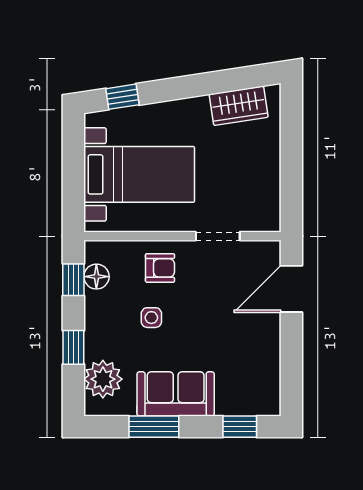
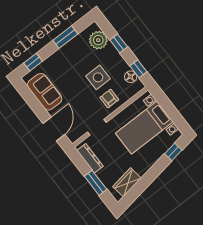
window: (291, 145) -> (96, 183), added
dresser: (269, 193) -> (90, 158), added
armchair: (160, 268) -> (109, 99), turned 90
side table: (151, 318) -> (98, 77), width x1.87, depth x1.87
sofa: (176, 394) -> (45, 92), moved, turned -90

